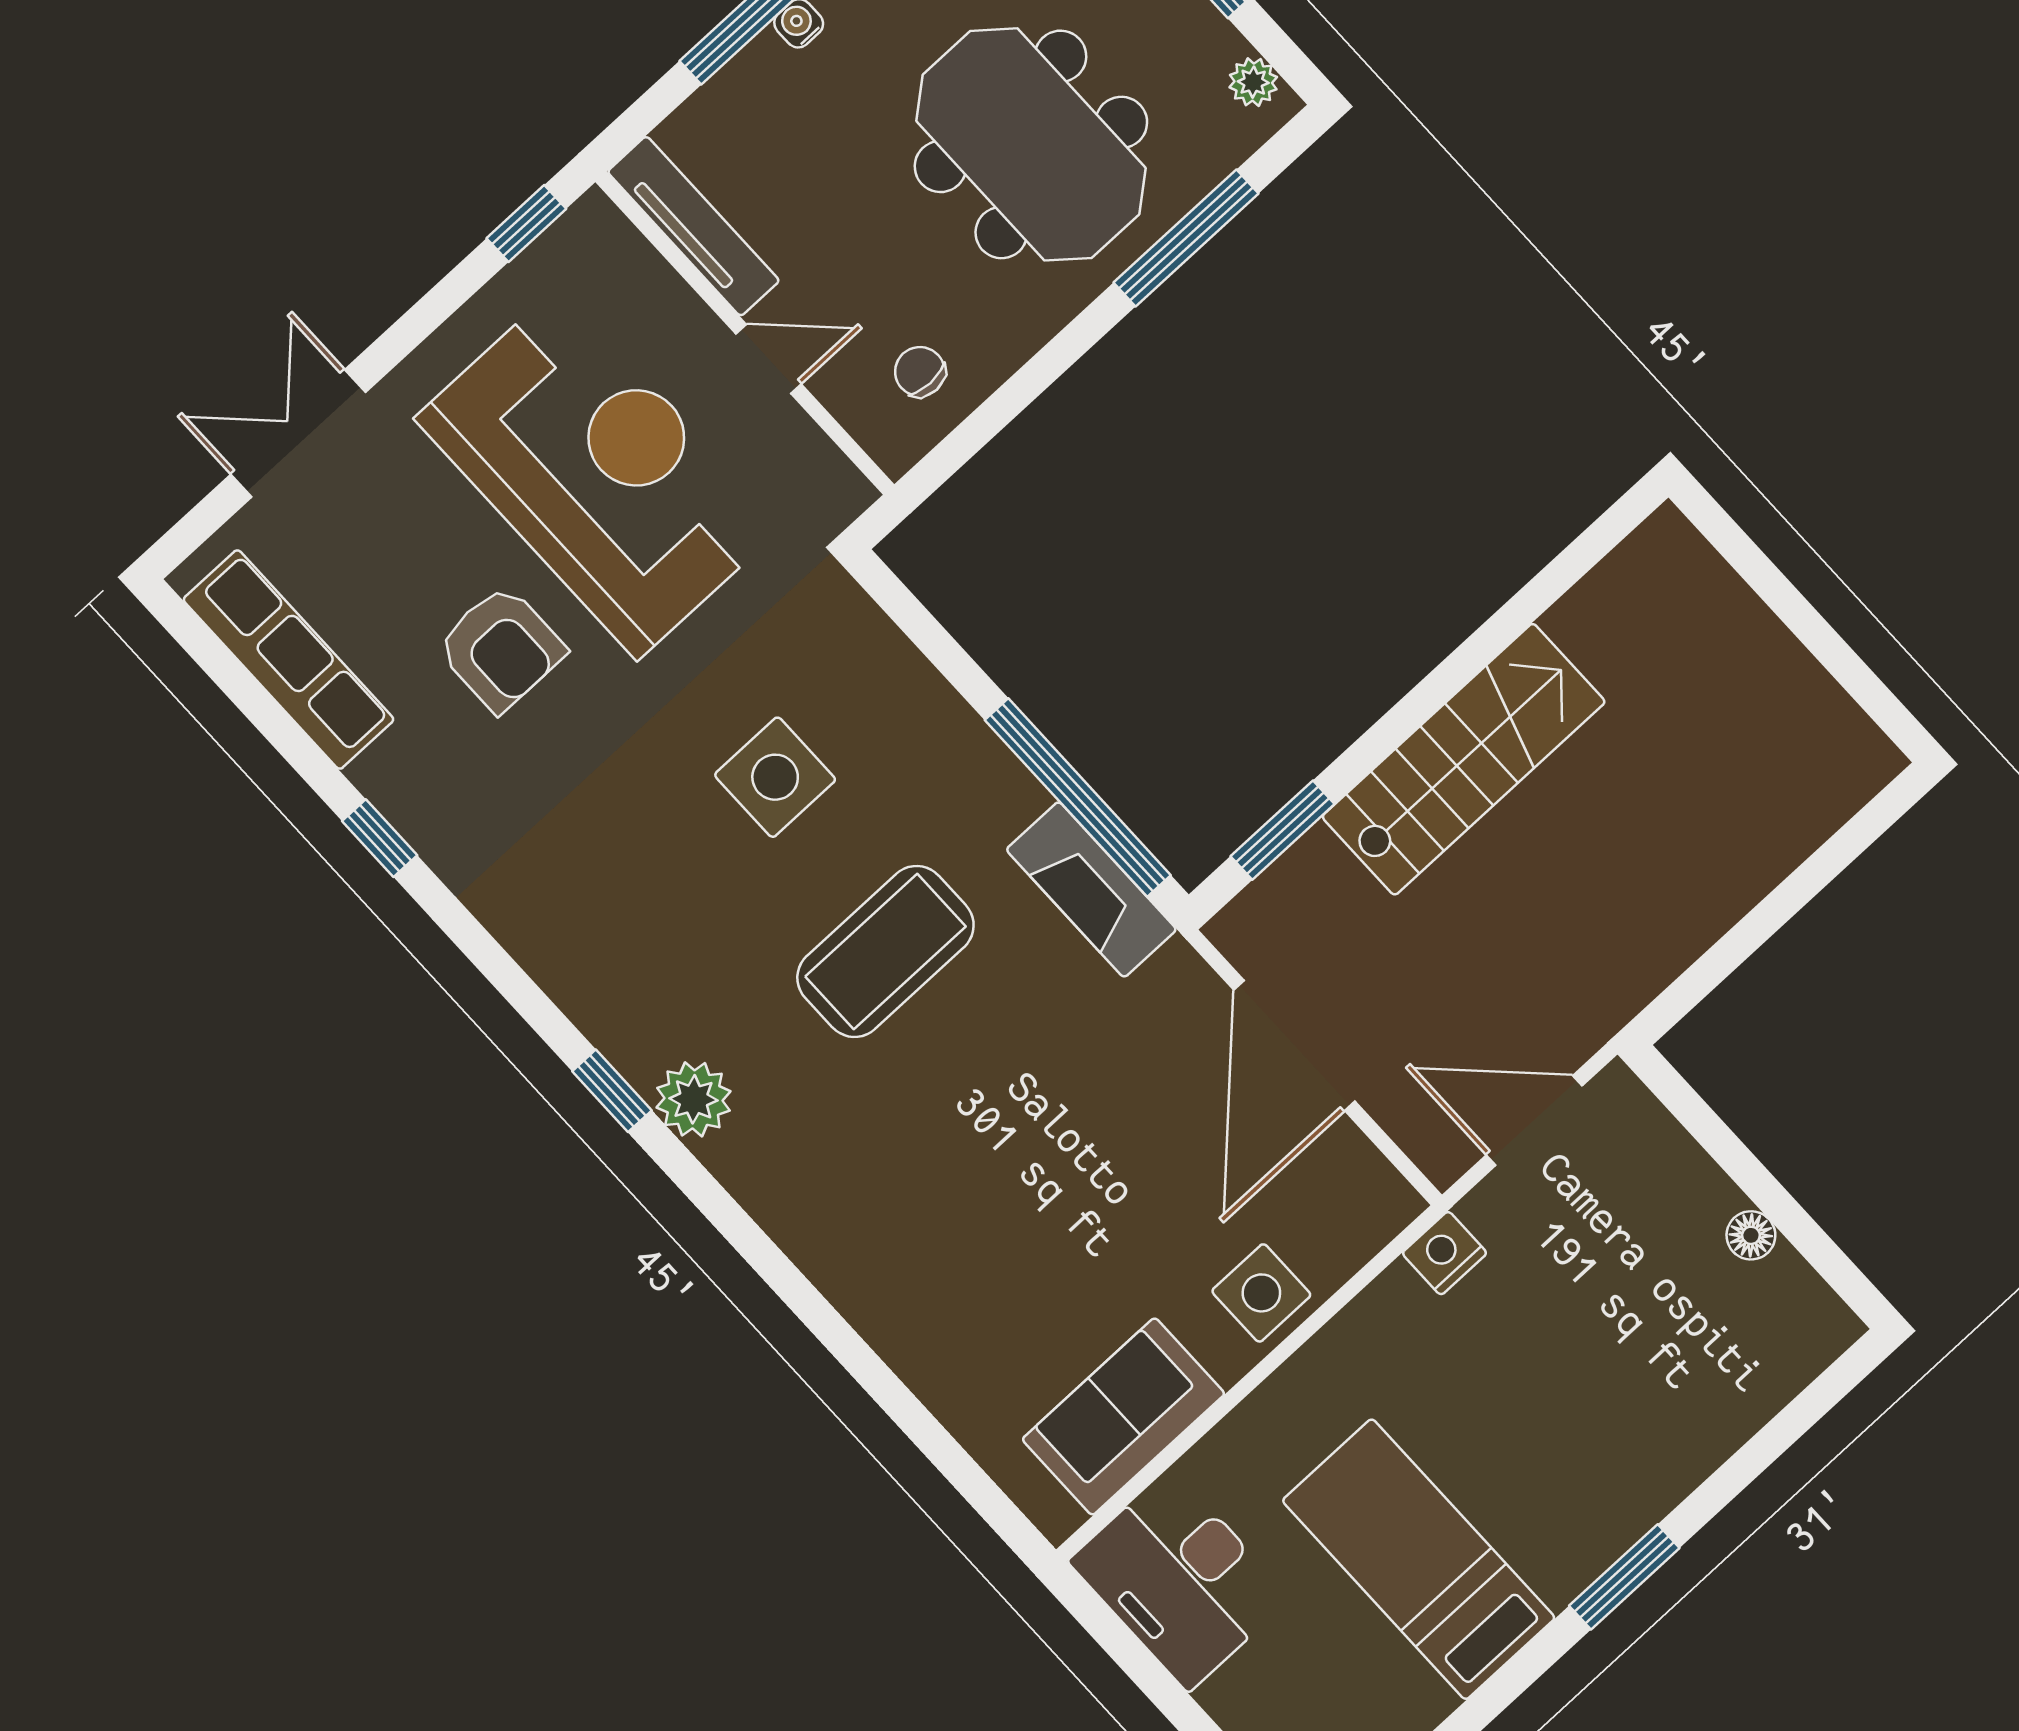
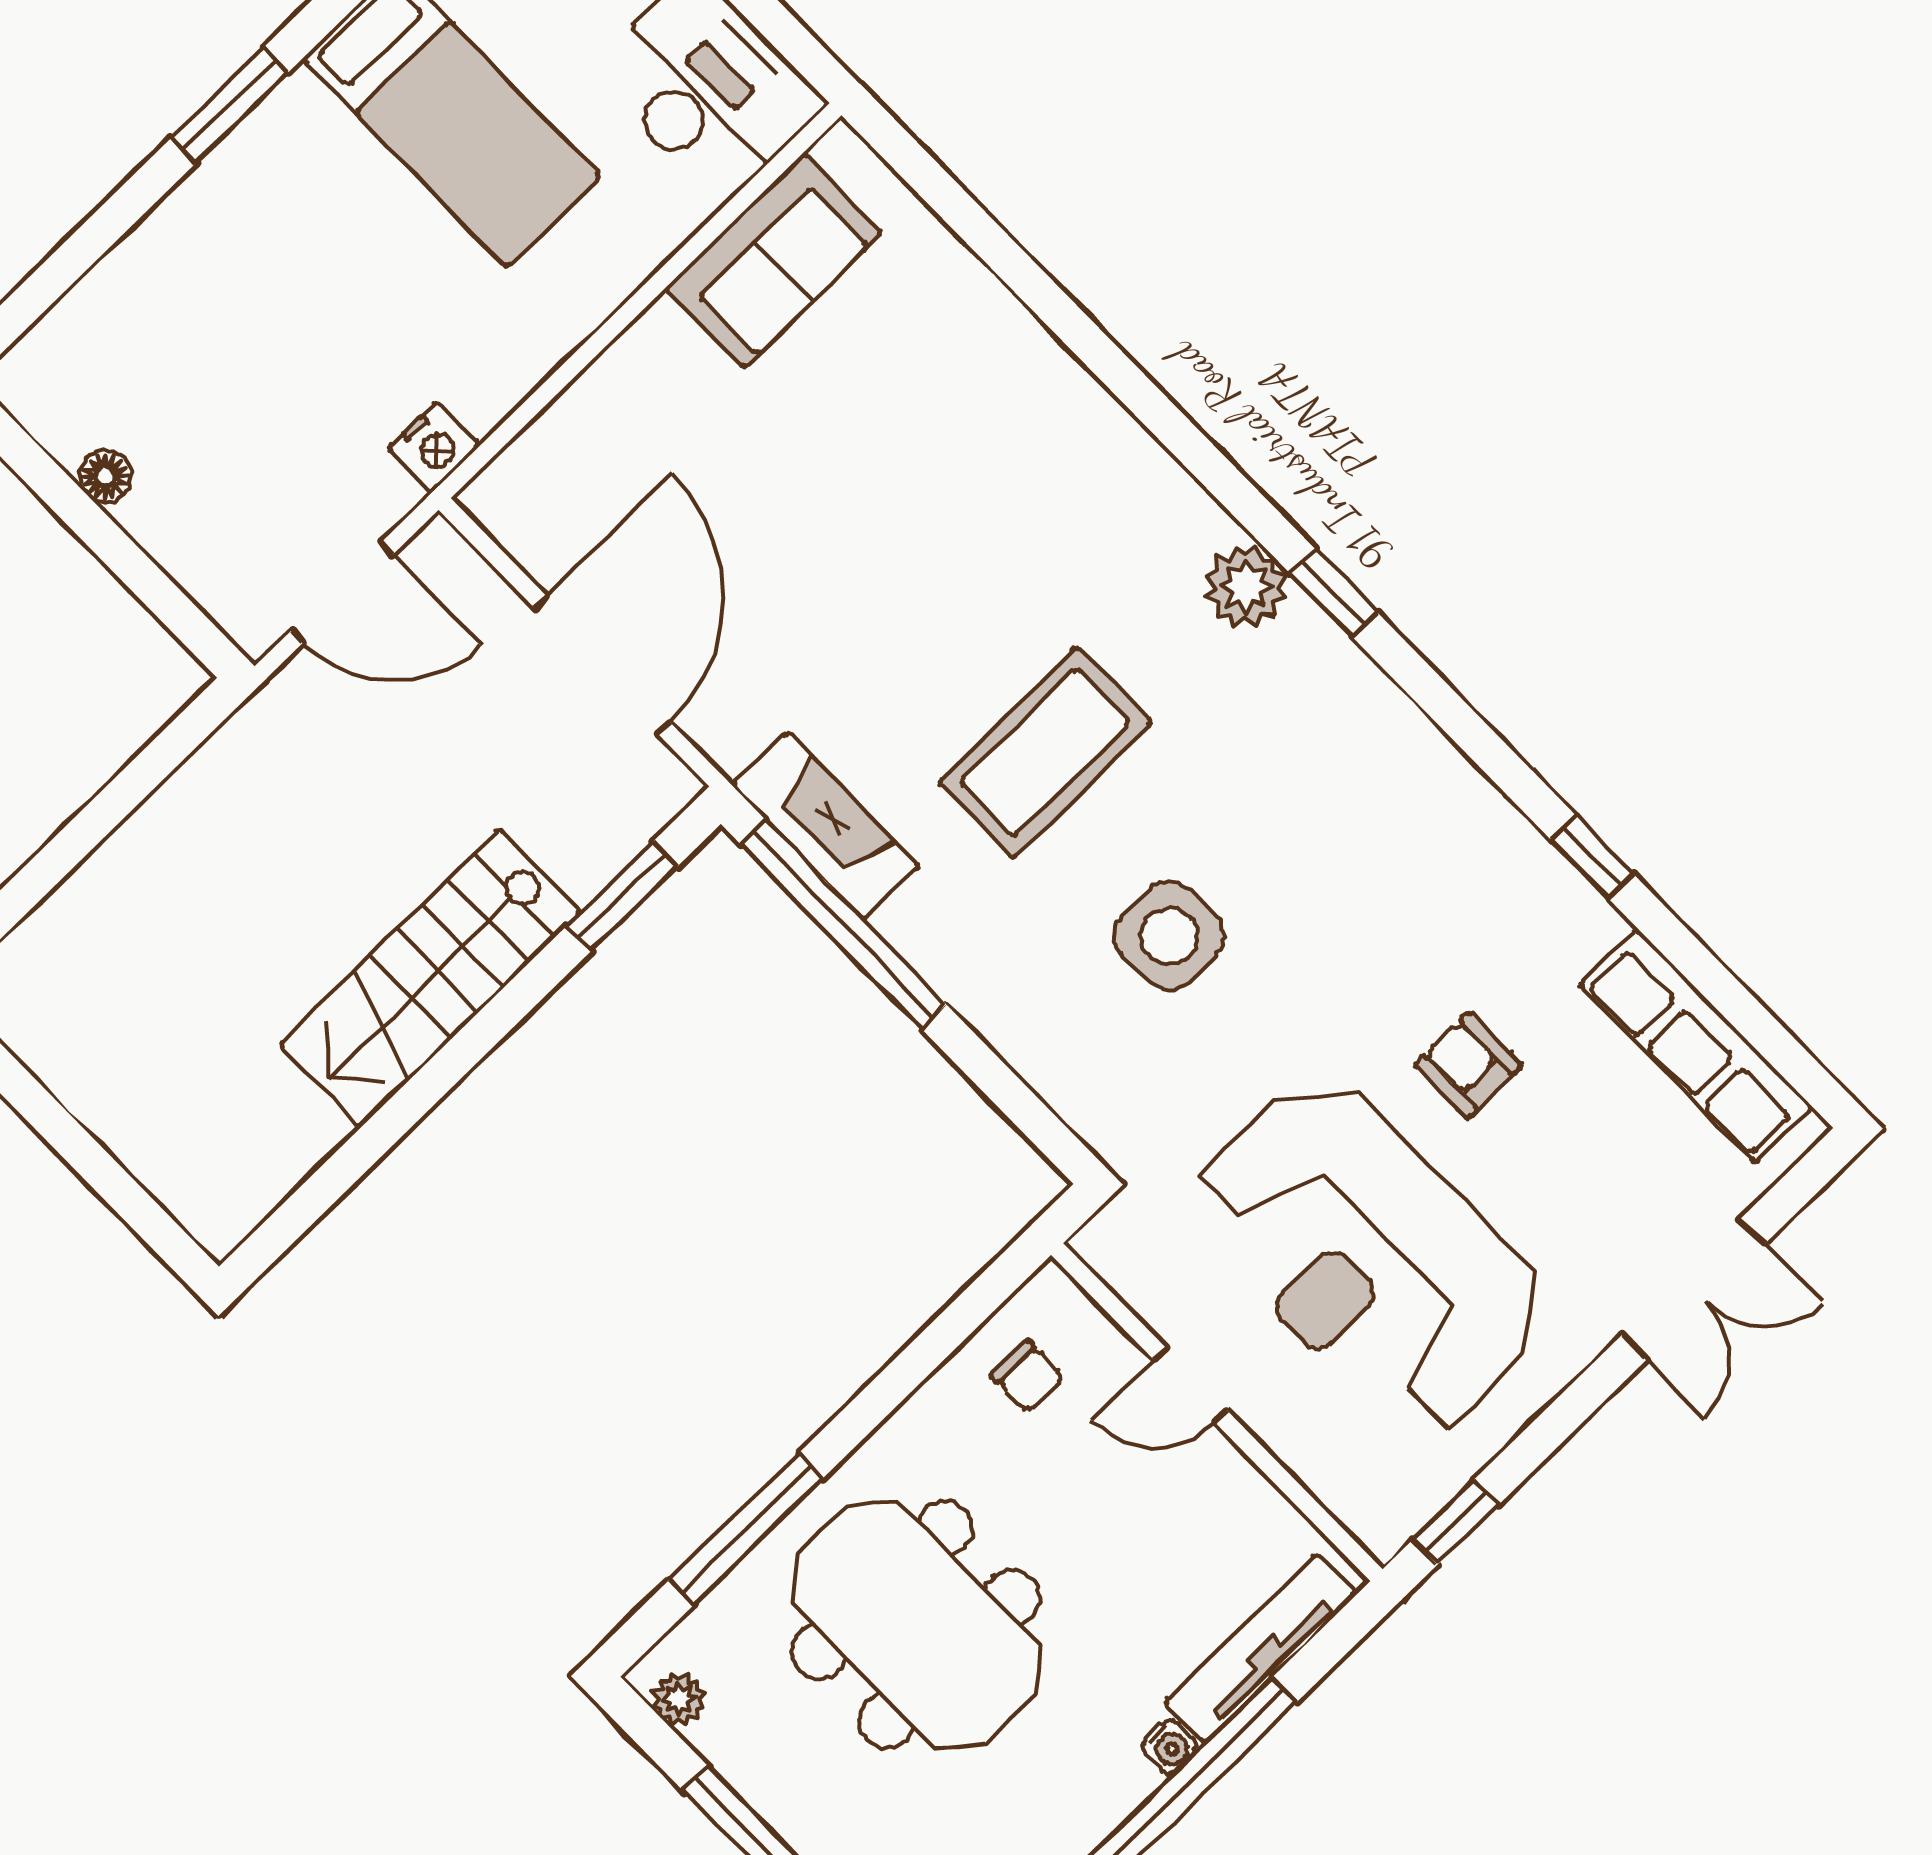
tv unit: (693, 226) -> (1261, 1648), moved, turned 90
armchair: (501, 648) -> (1468, 1065), width x0.72, depth x0.72
side table: (1261, 1293) -> (629, 398), removed

